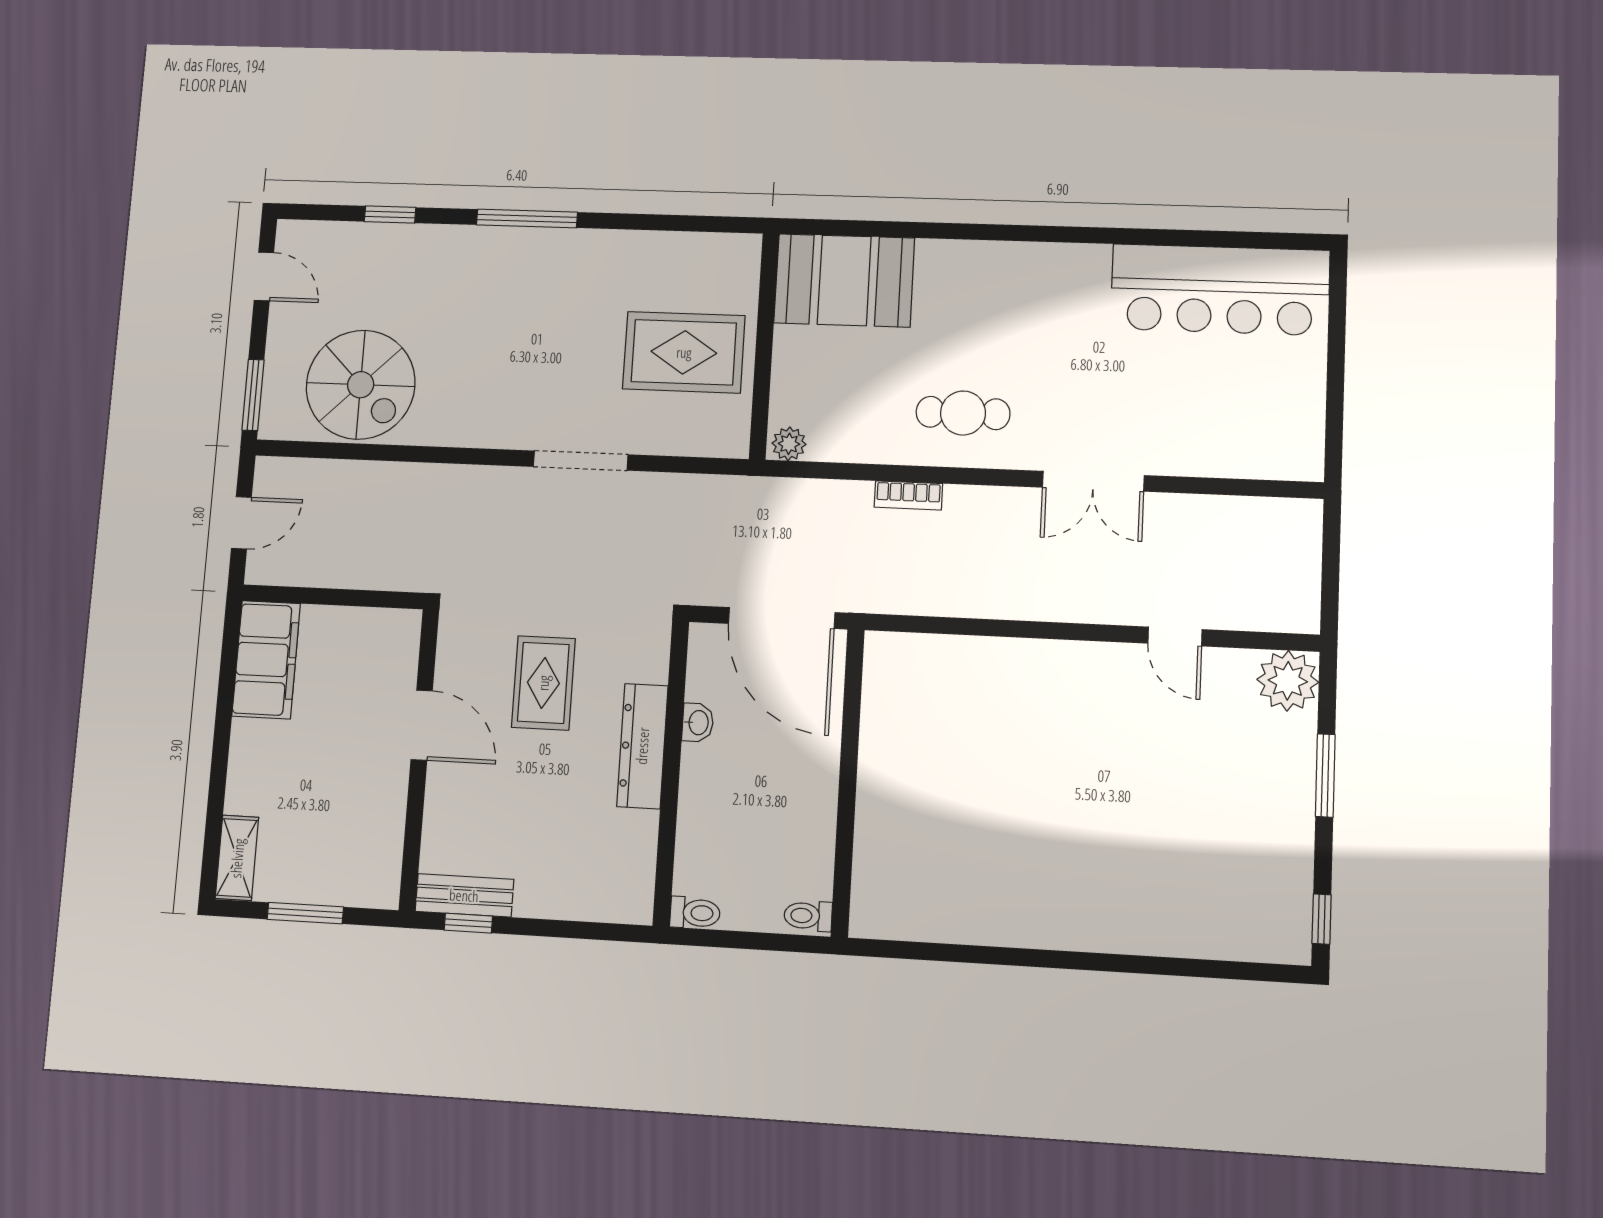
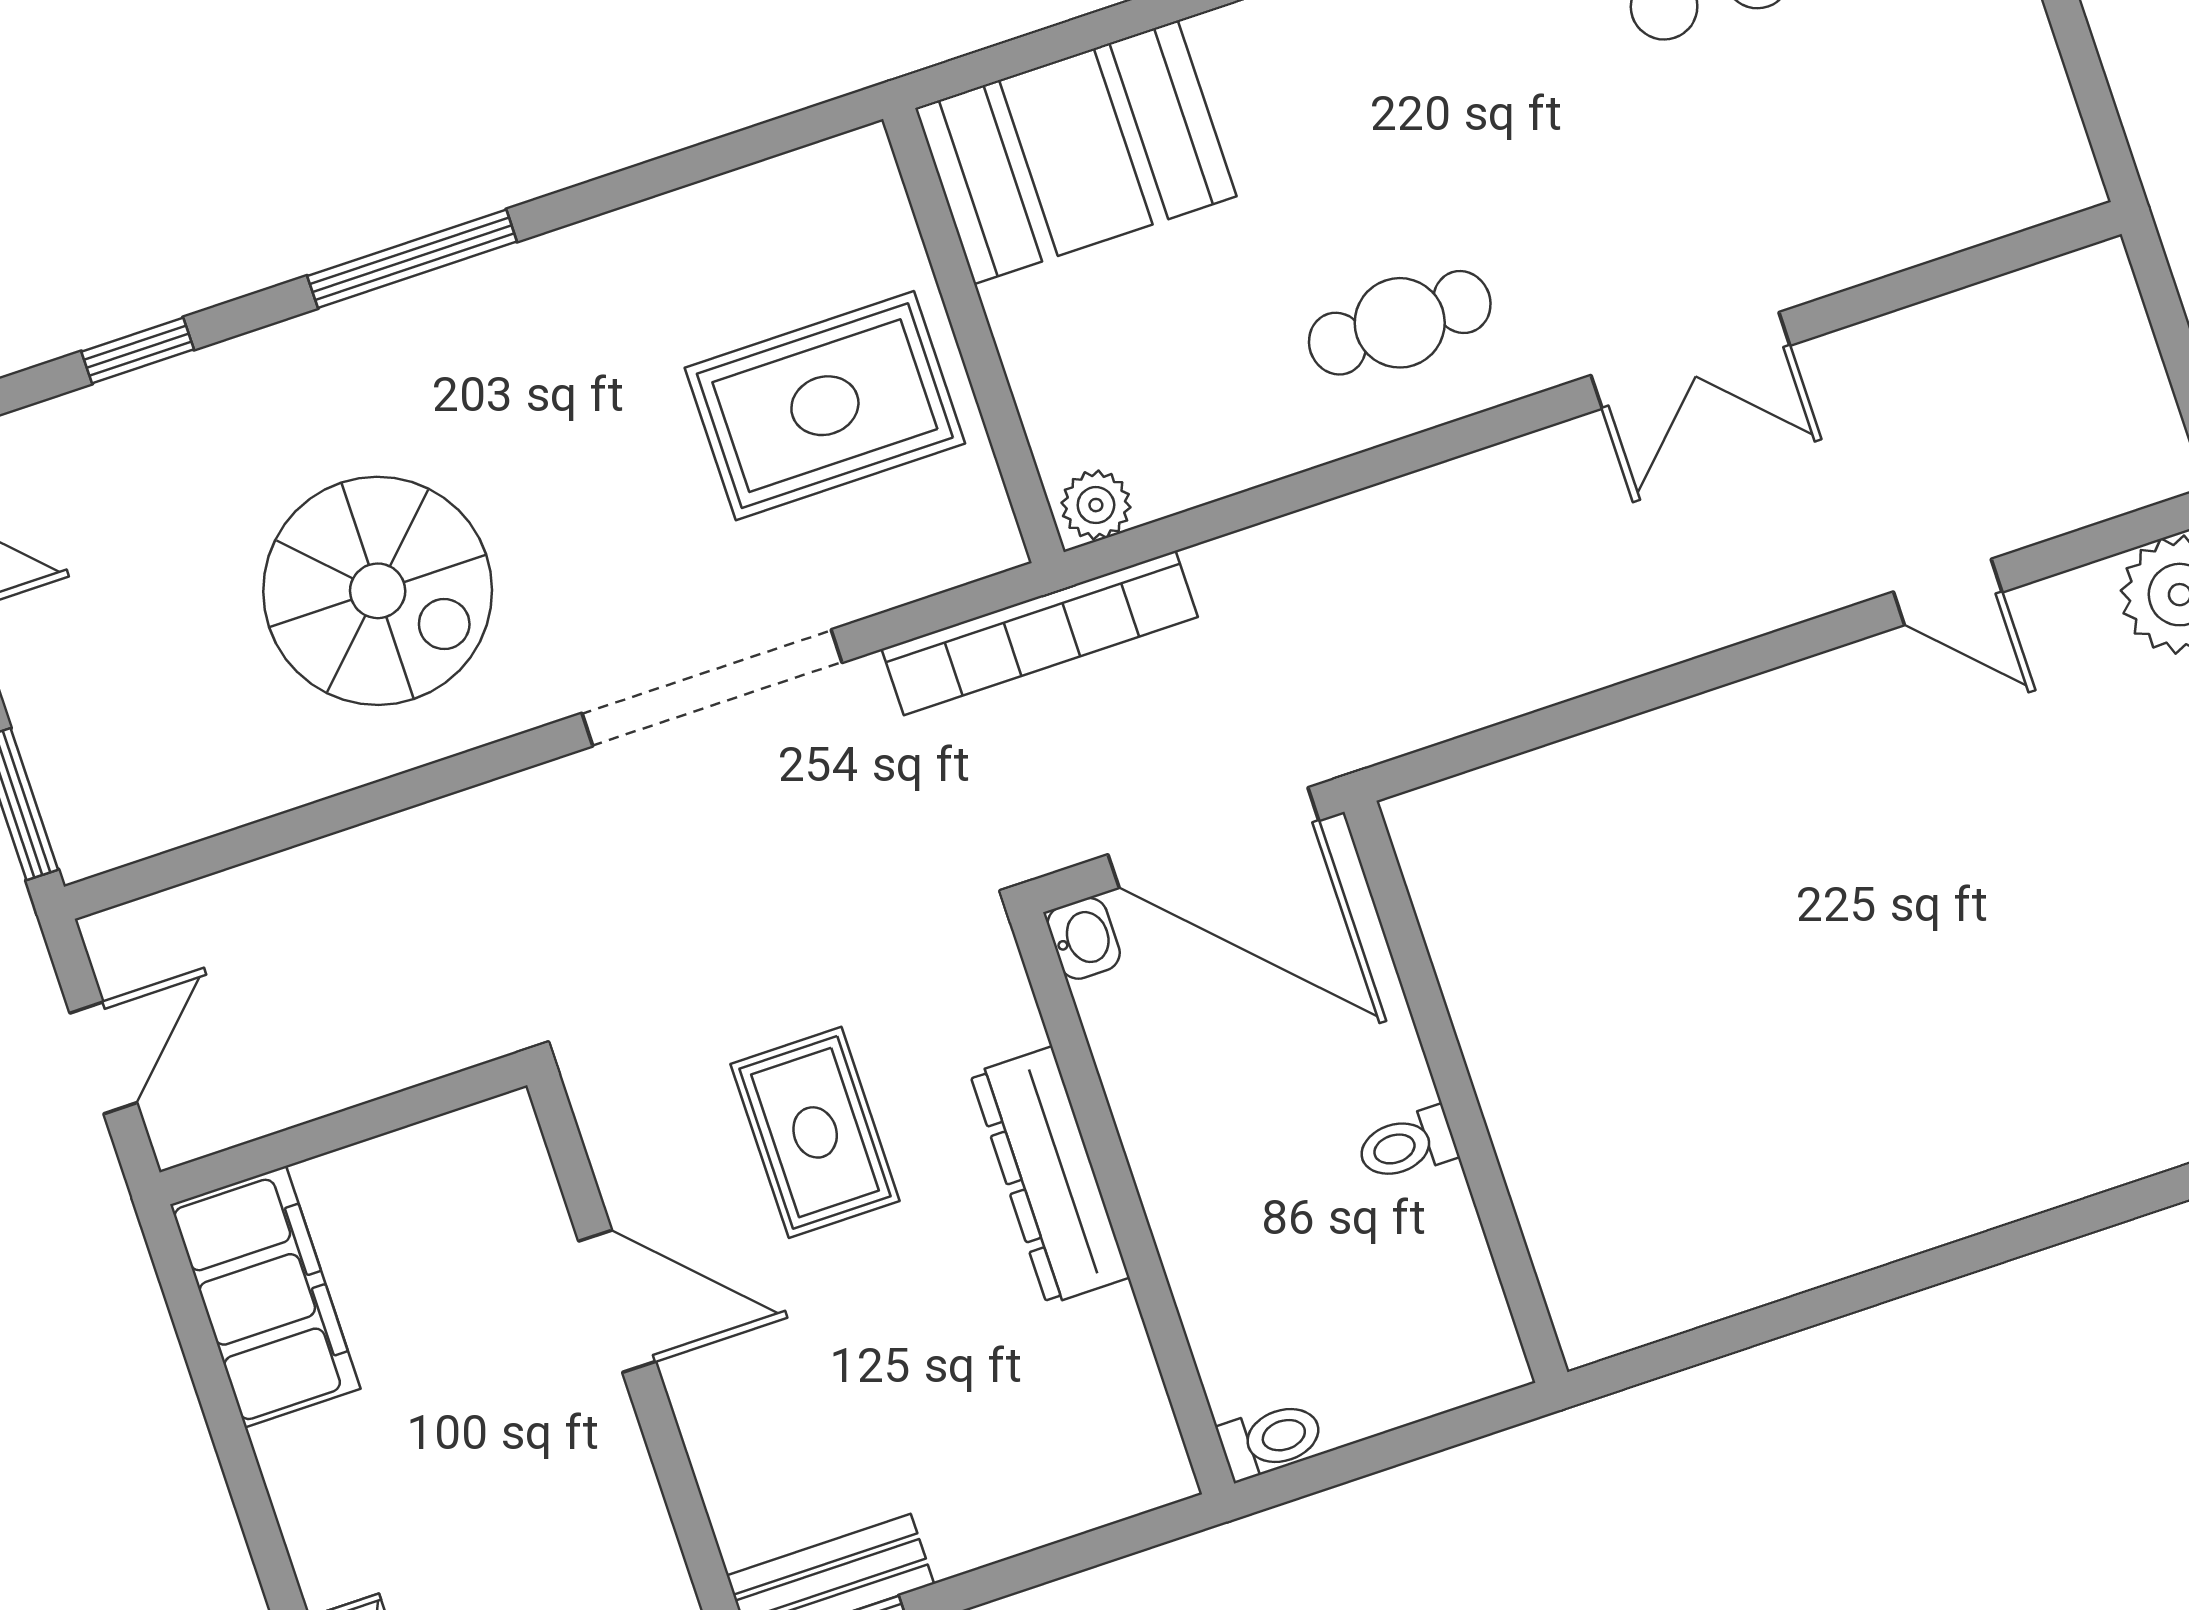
spiral stairs: (361, 385) -> (378, 591), moved
doorway: (581, 461) -> (712, 688), width x1.36
bookcase: (908, 495) -> (1040, 633), moved, width x2.31, depth x1.31
washbasin: (698, 723) -> (1084, 938), moved
toilet: (808, 916) -> (1407, 1145), moved

